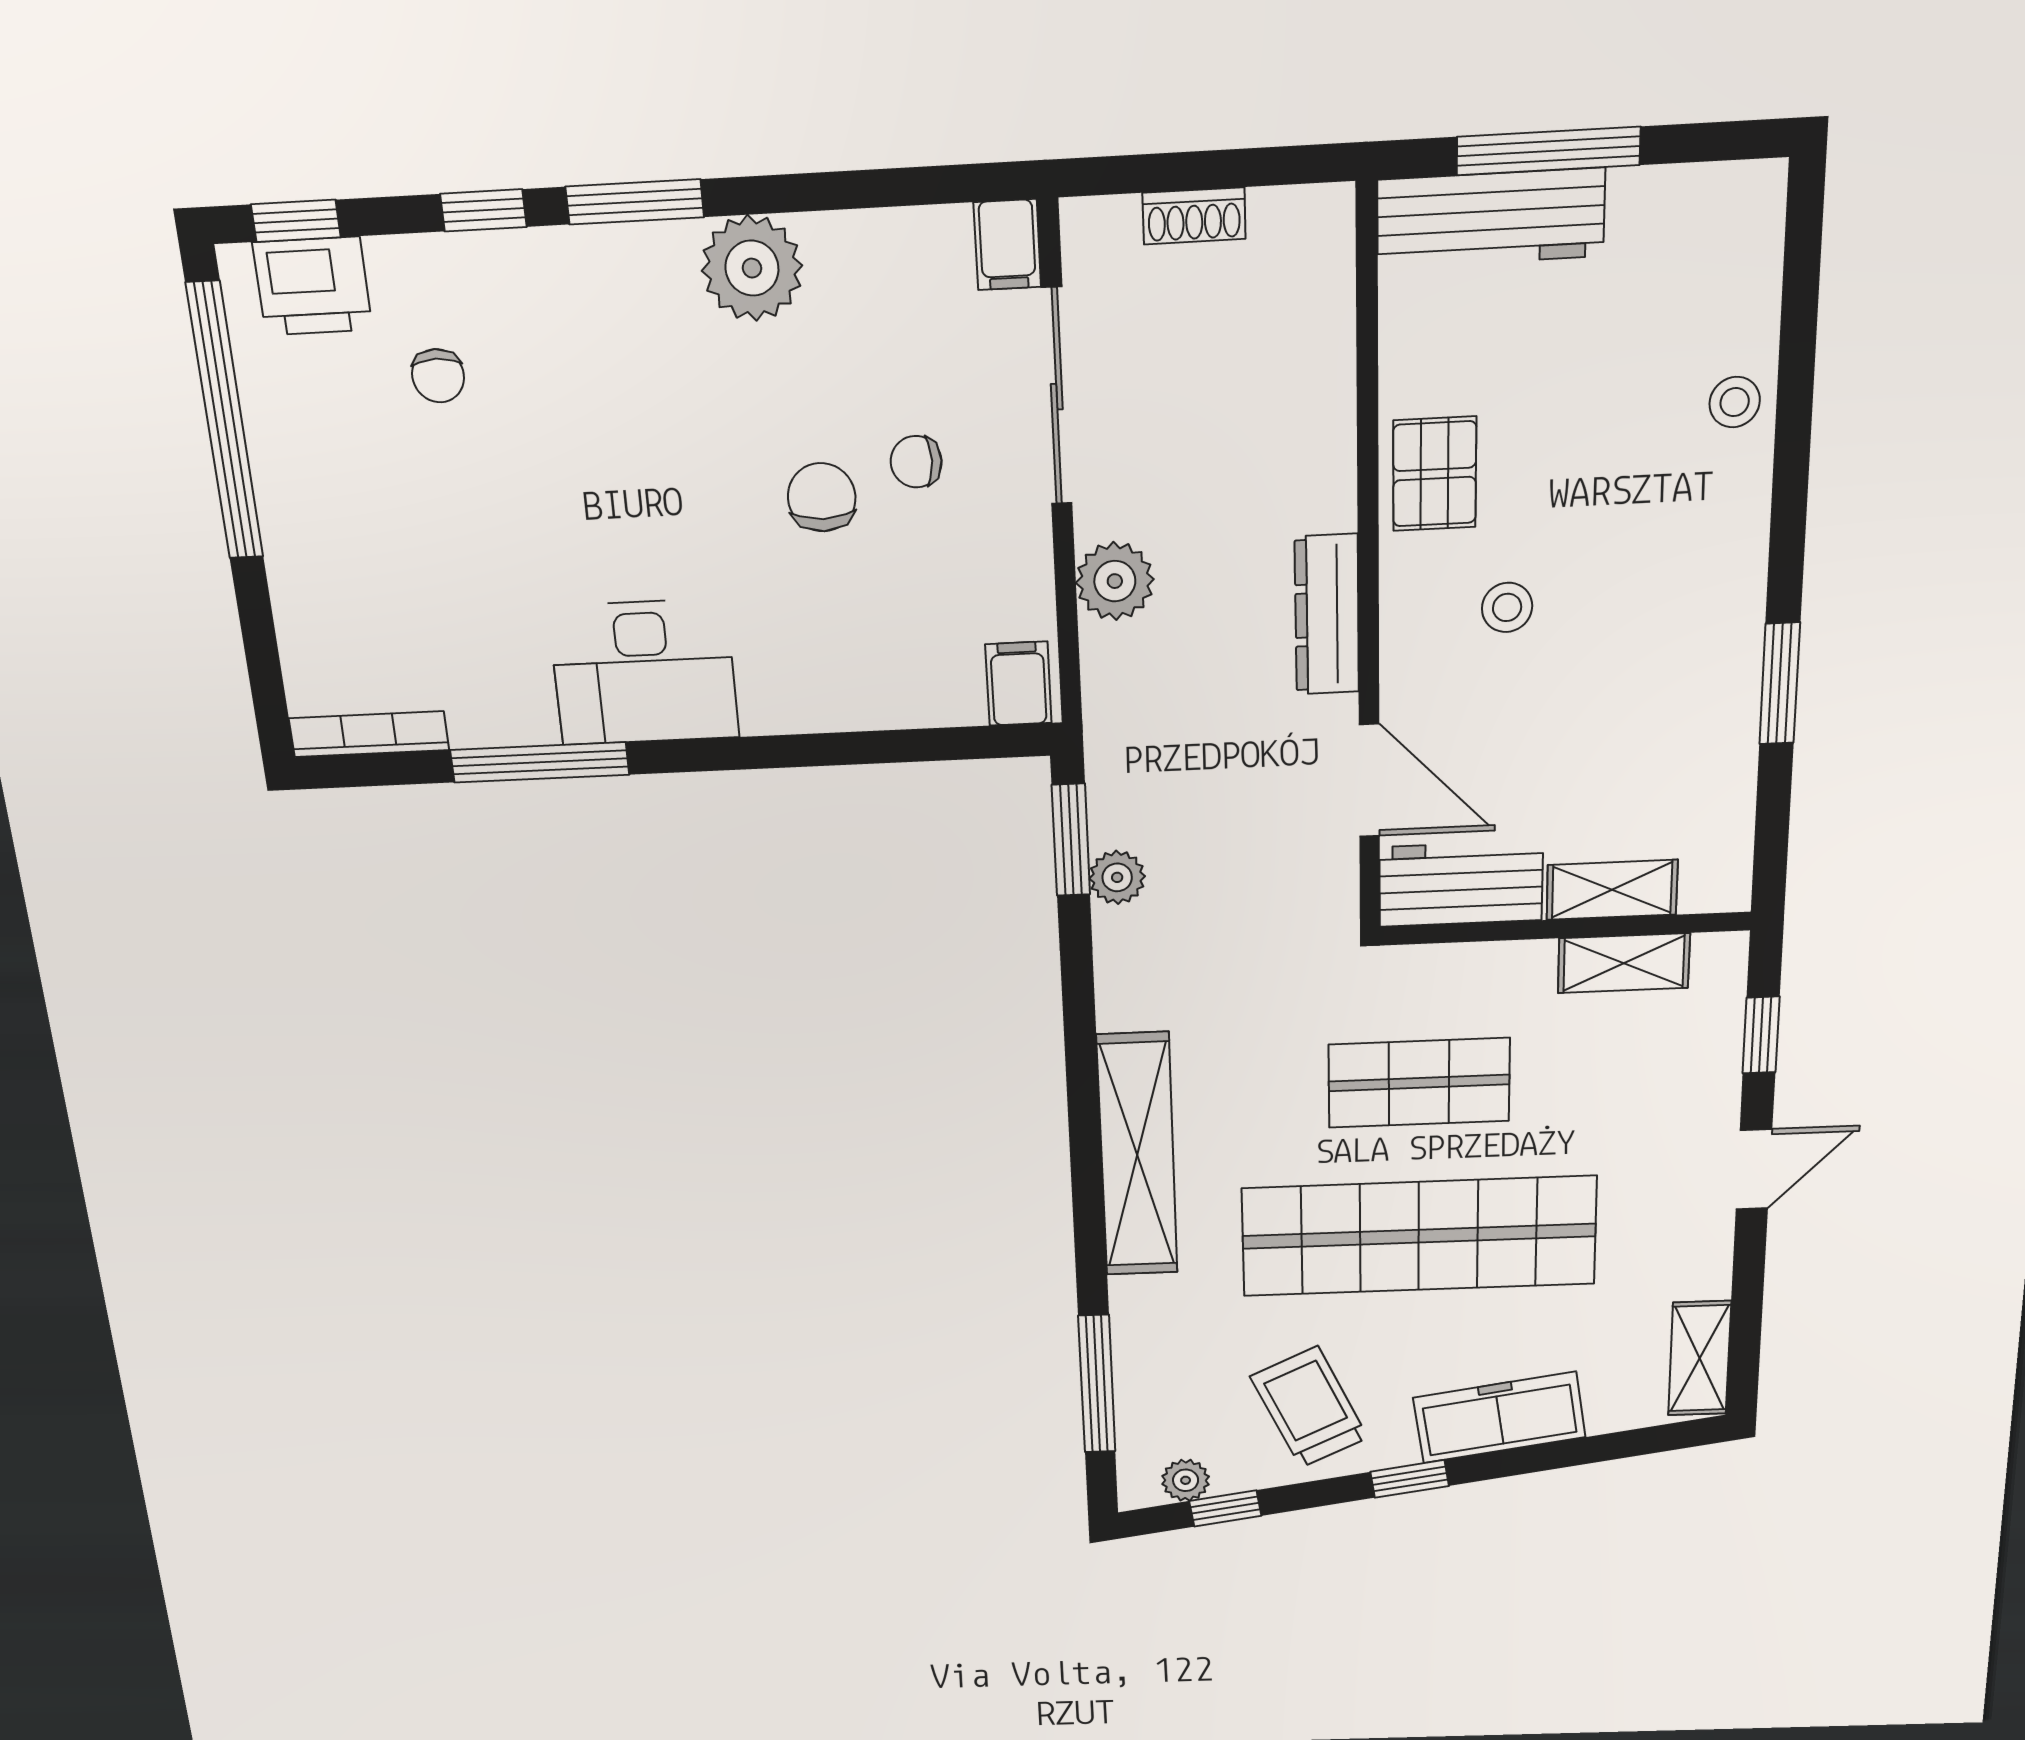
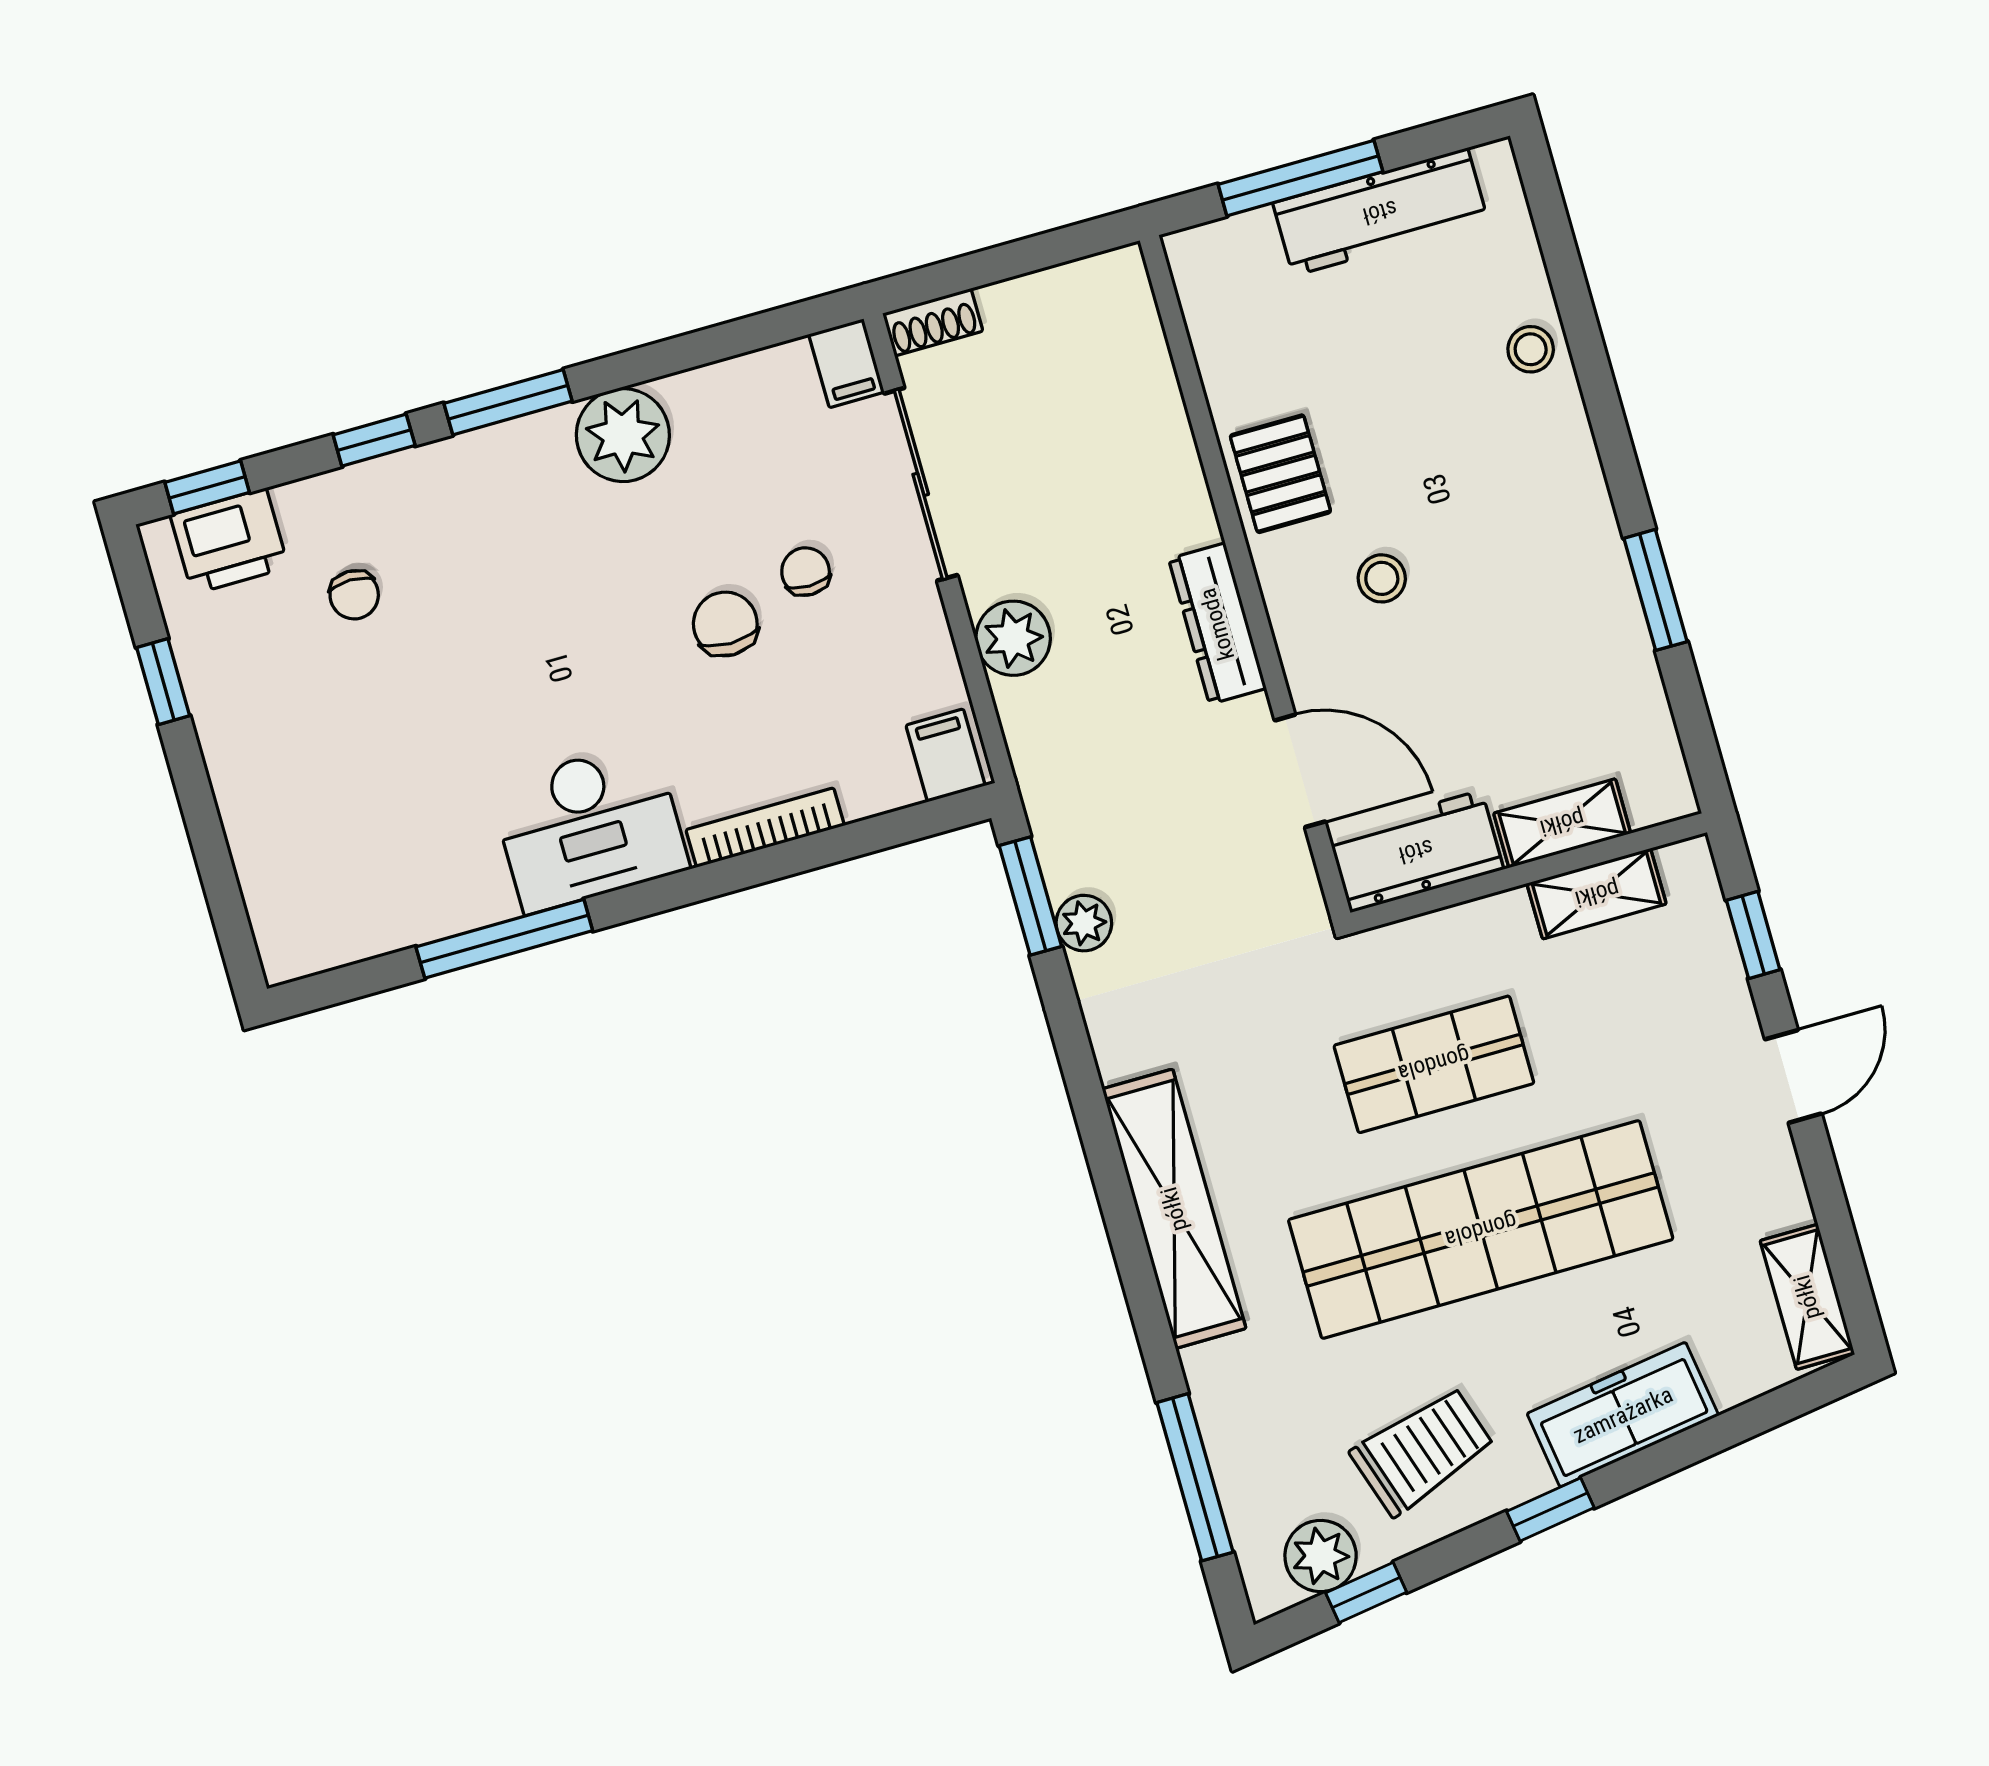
shoe rack: (1194, 216) -> (933, 322), moved
workbench: (1491, 218) -> (1380, 212), moved
window: (225, 422) -> (163, 682), width x0.32
chair: (916, 462) -> (806, 572), turned 90
bookcase: (369, 734) -> (765, 828), moved
trolley: (1309, 1407) -> (1422, 1451), turned 97
plant: (1186, 1480) -> (1321, 1556), width x1.38, depth x1.38

